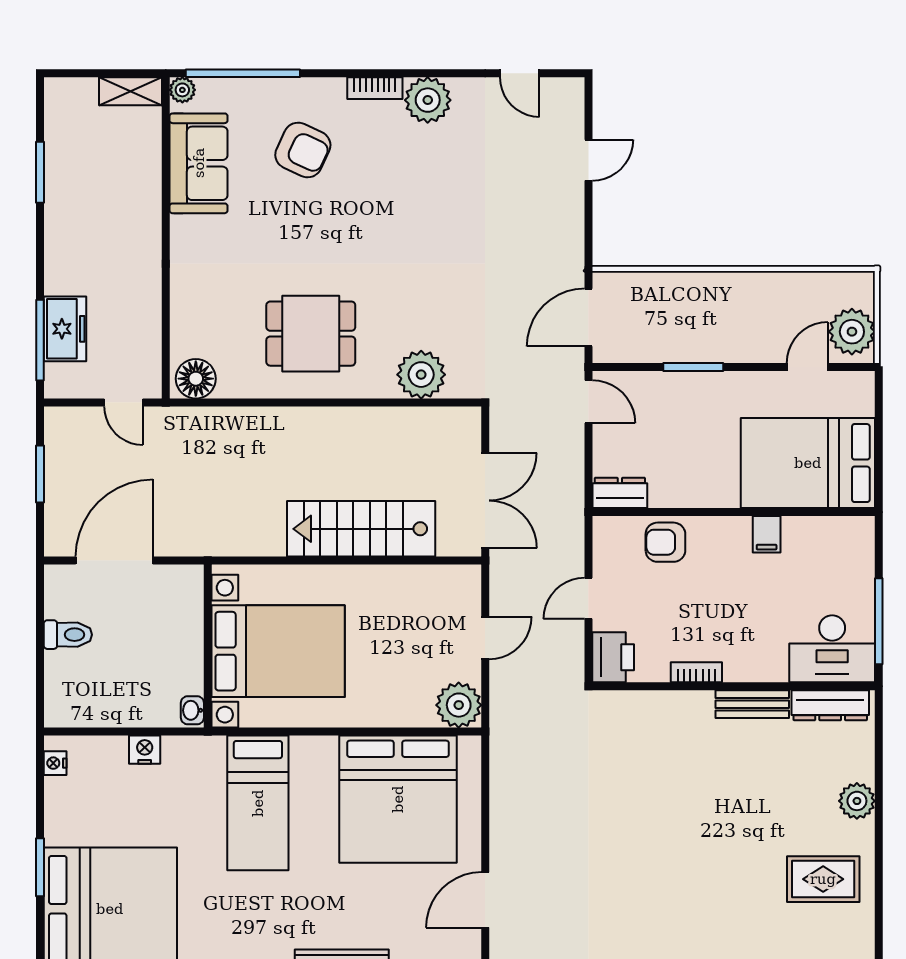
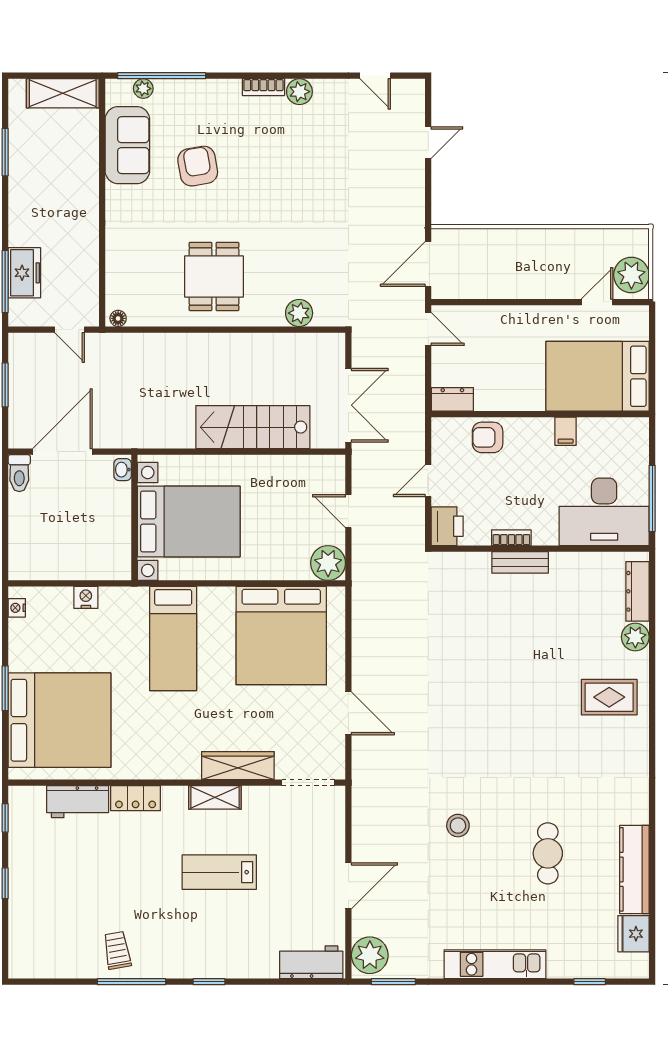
plant: (182, 90) -> (143, 89), moved
shelving: (130, 91) -> (63, 93), width x1.50, depth x1.33
plant: (428, 100) -> (299, 92), width x0.73, depth x0.73
armchair: (303, 150) -> (198, 166), moved, turned -125
dining table: (311, 334) -> (214, 276), turned 90
window: (693, 367) -> (509, 302), removed
plant: (421, 375) -> (299, 313), width x0.73, depth x0.73
floor lamp: (196, 379) -> (118, 318), width x0.53, depth x0.53
toilet: (68, 635) -> (19, 473), moved, turned 90
door: (485, 638) -> (348, 511), swing flipped
desk: (832, 649) -> (604, 512), width x1.36, depth x1.30
bench: (752, 704) -> (520, 562), moved
dresser: (830, 705) -> (637, 591), moved, turned 90
washbasin: (192, 710) -> (123, 470), moved
door: (485, 900) -> (348, 713), swing flipped

